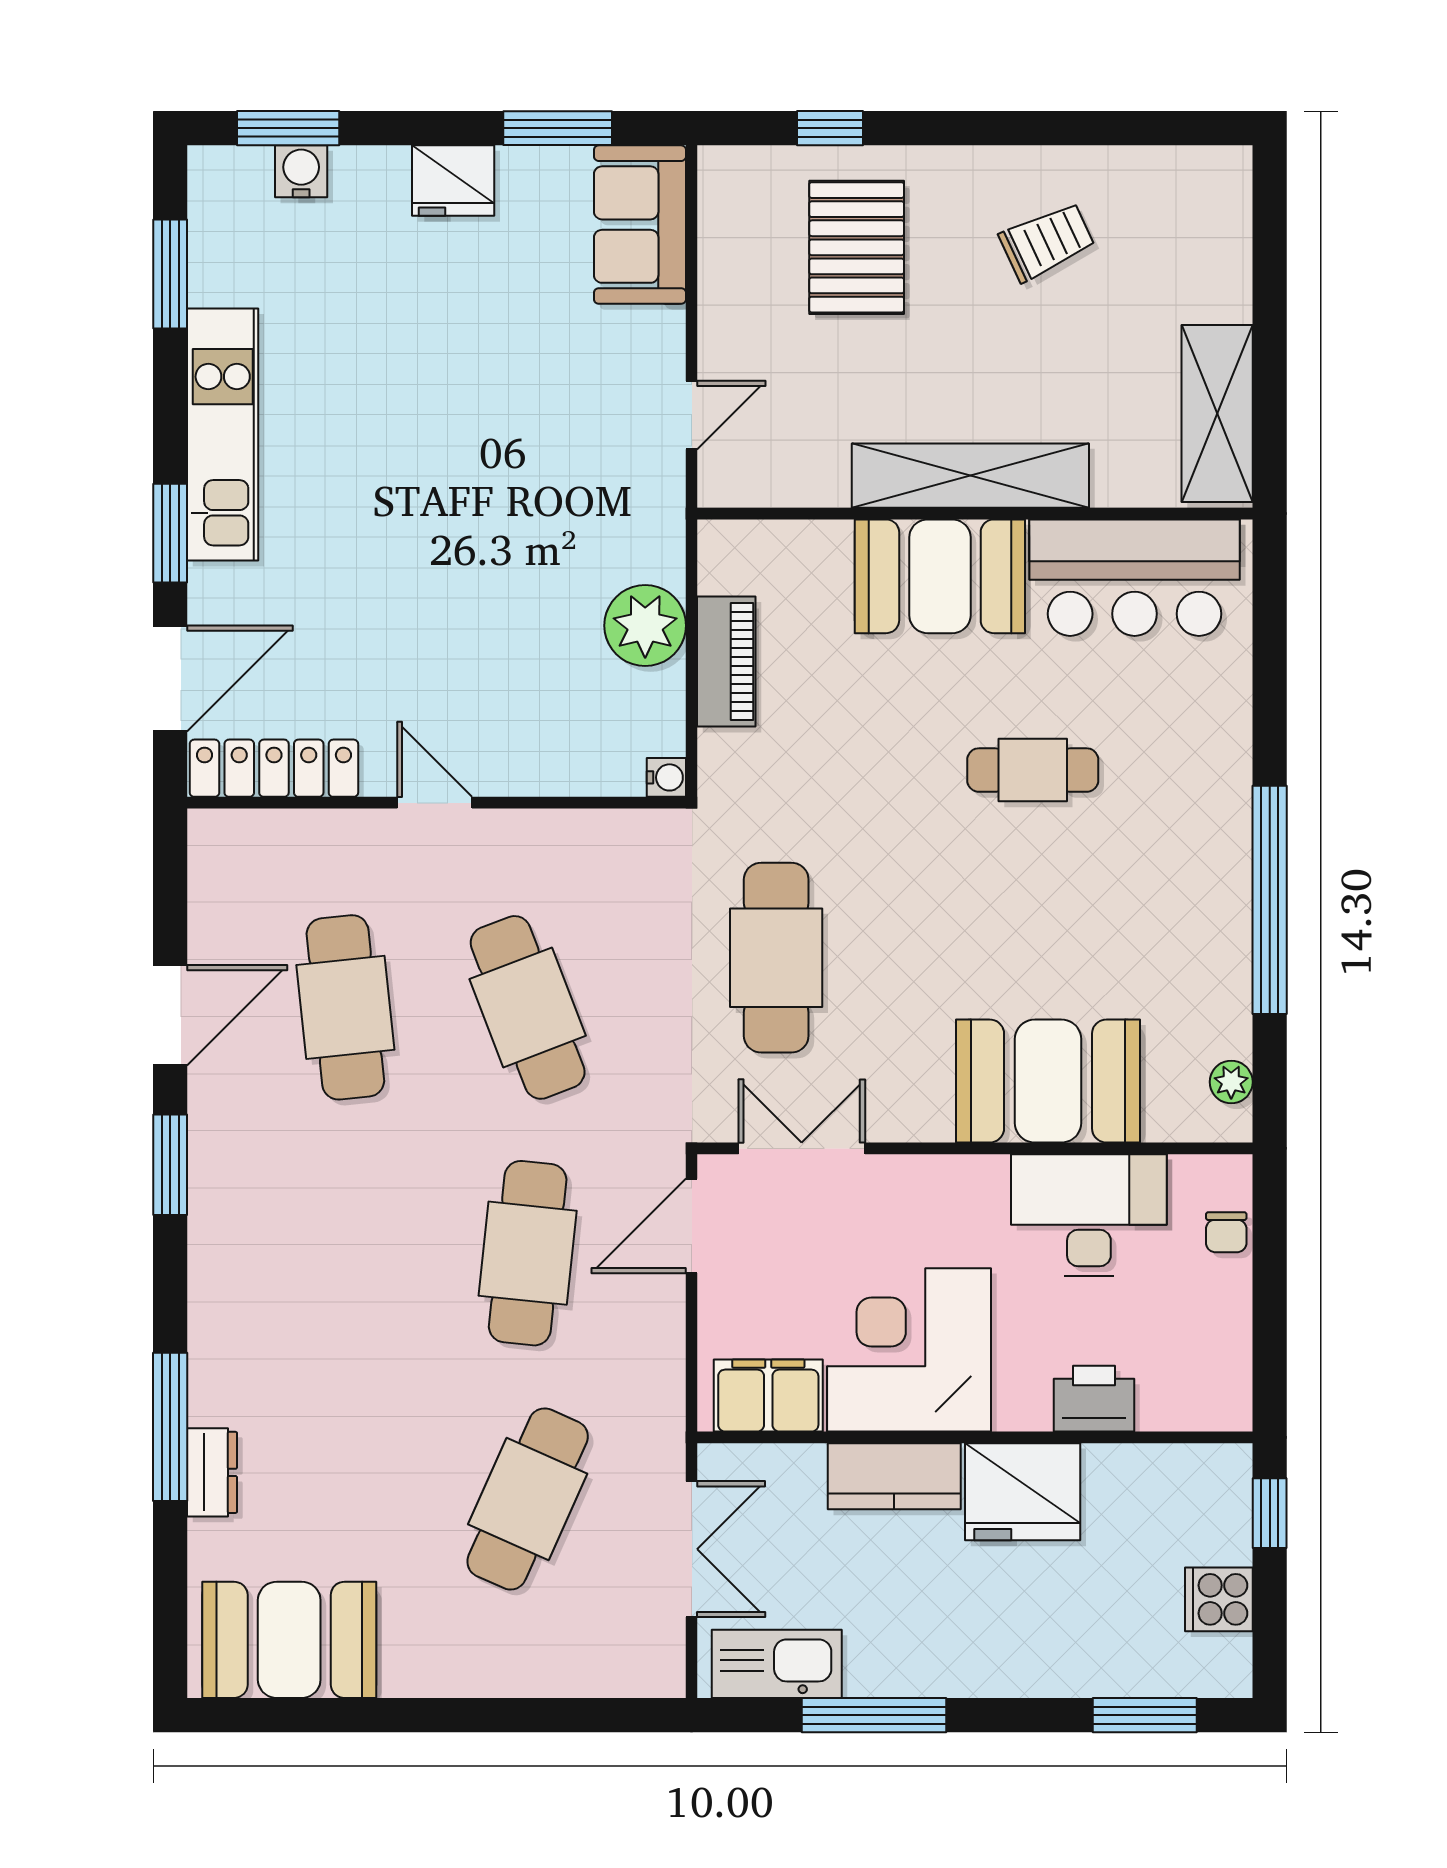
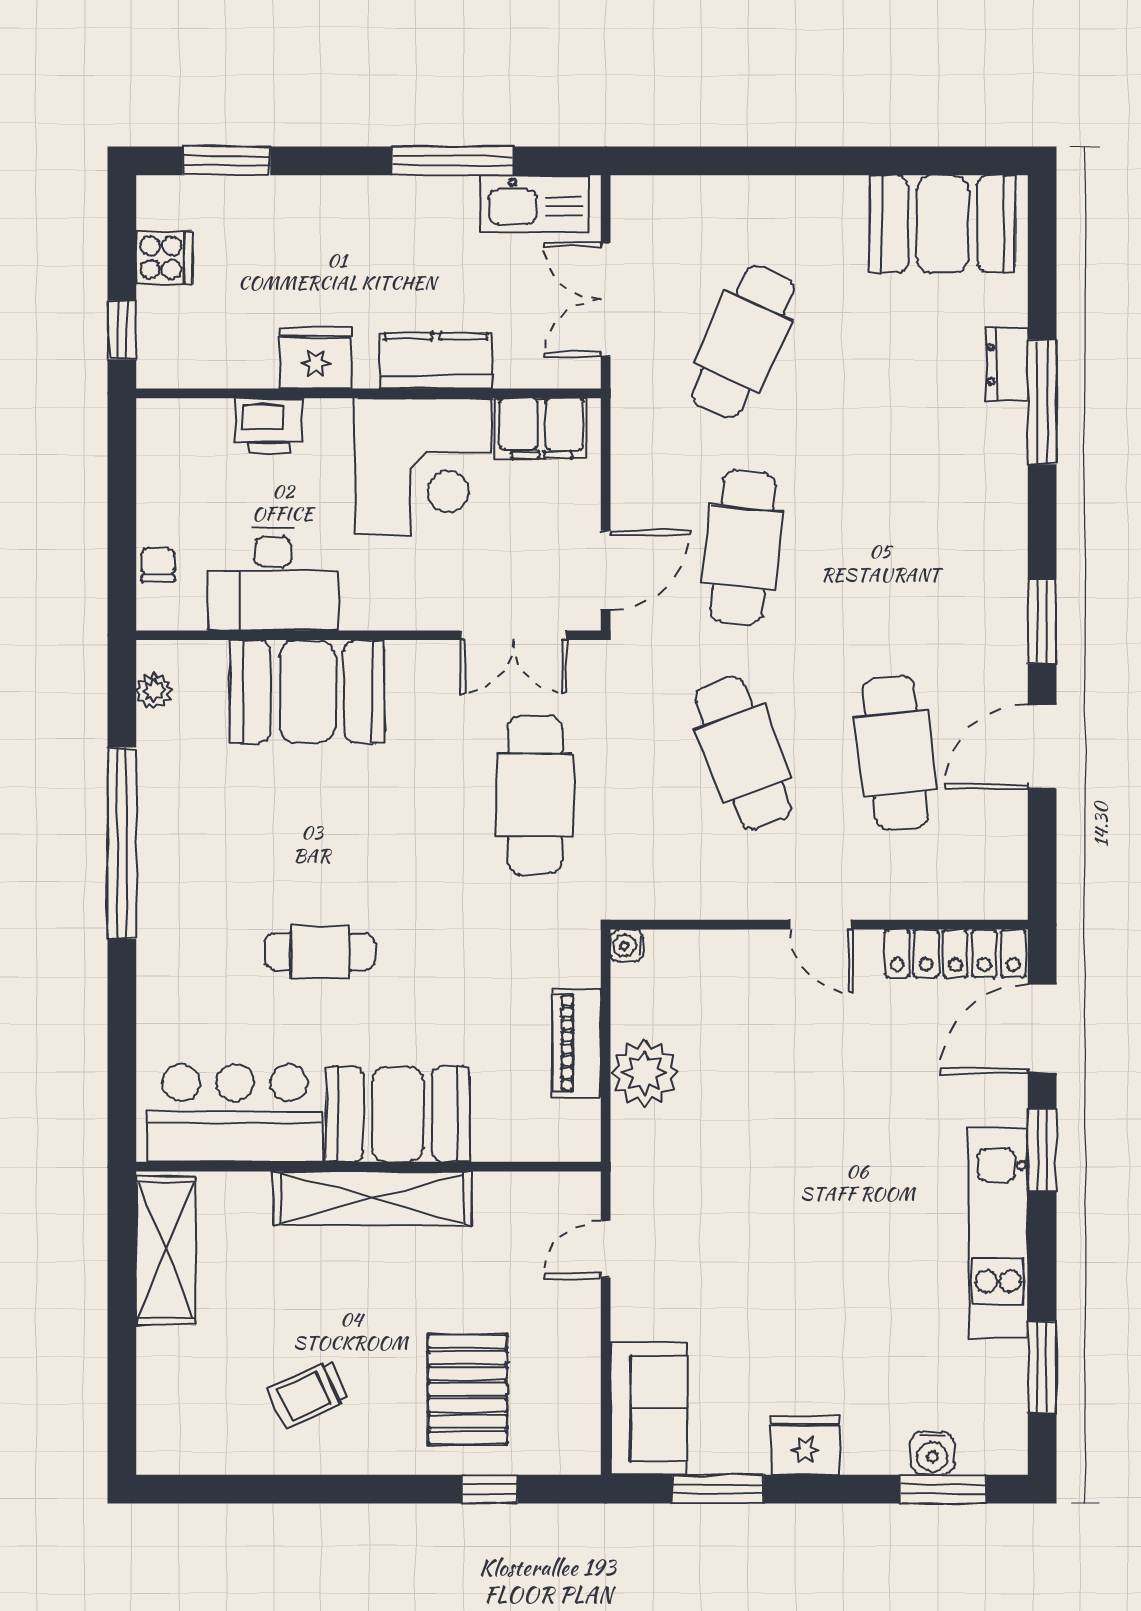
fridge: (1023, 1492) -> (316, 358), width x0.73, depth x0.75

